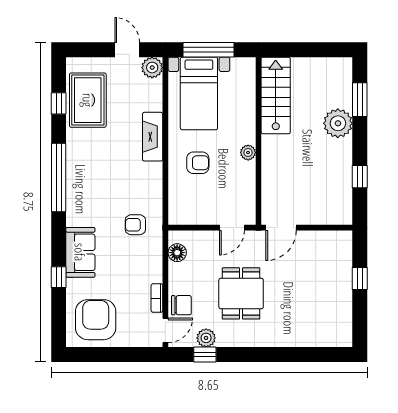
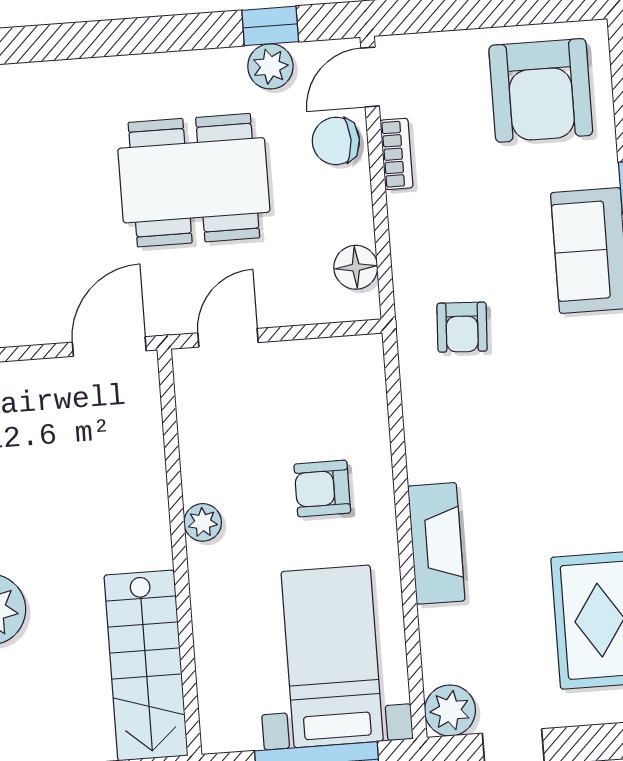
armchair: (135, 225) -> (462, 327), turned 93
dining table: (241, 293) -> (194, 180), width x1.38

